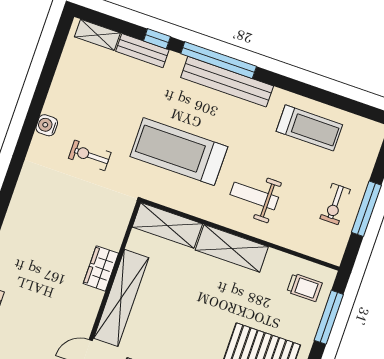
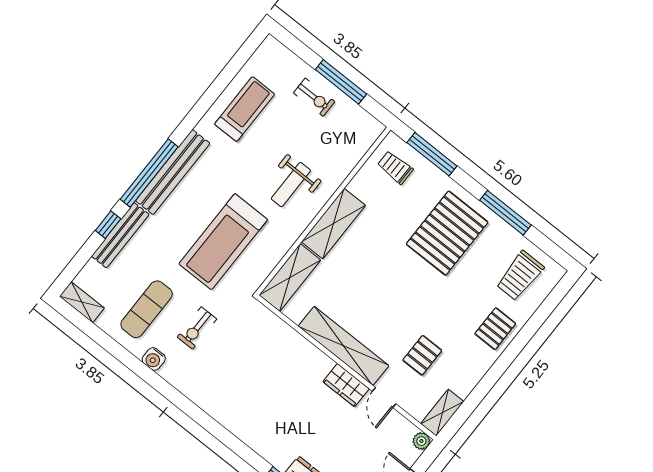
shelving: (97, 35) -> (82, 302), moved, turned 90
bench: (142, 51) -> (120, 235), width x1.36
exercise mat: (91, 102) -> (147, 309), added
exercise bike: (335, 204) -> (314, 97), moved
wardrobe: (101, 268) -> (346, 385), moved
trolley: (304, 287) -> (395, 167), turned -90

